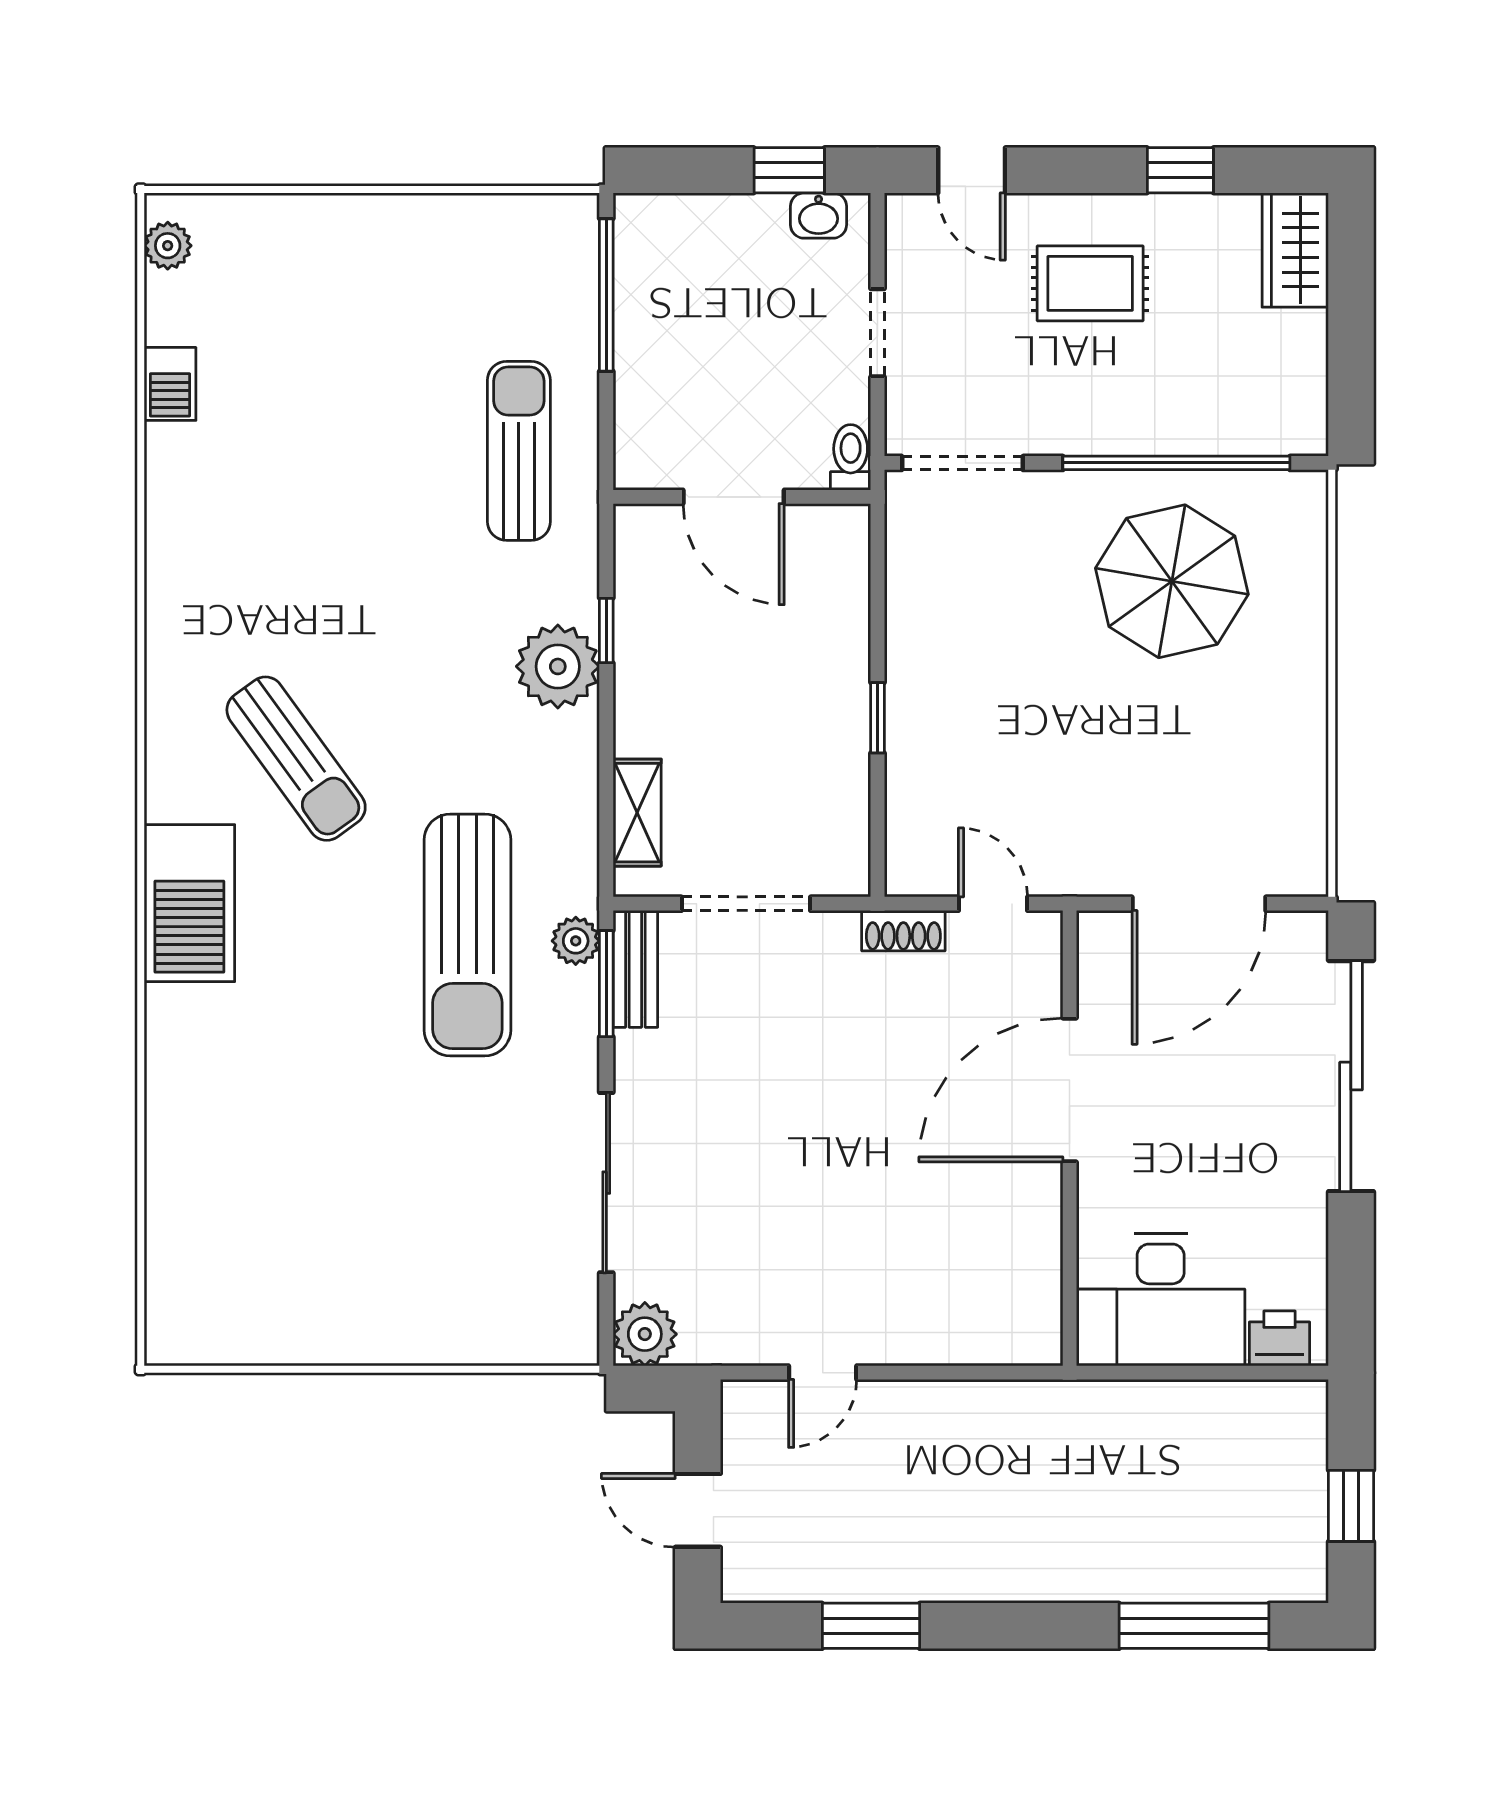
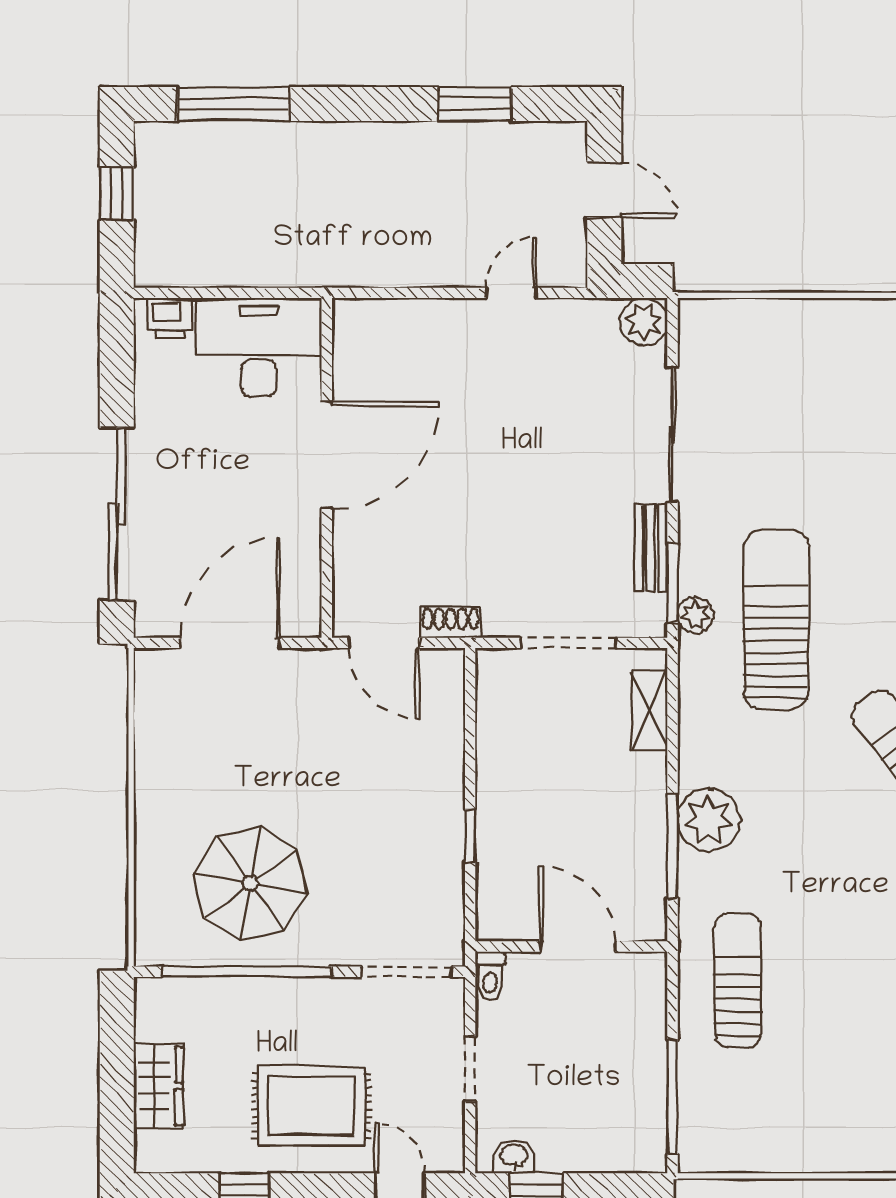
wardrobe: (1295, 250) -> (158, 1086), moved
rug: (1090, 283) -> (311, 1106), width x1.36, depth x1.43
sun lounger: (519, 451) -> (738, 981), turned 180
window: (606, 631) -> (672, 847), width x2.17
window: (877, 718) -> (470, 836), moved
door: (993, 904) -> (384, 643), width x1.38
bench: (635, 969) -> (651, 548), moved
door: (1070, 1090) -> (327, 455), moved

